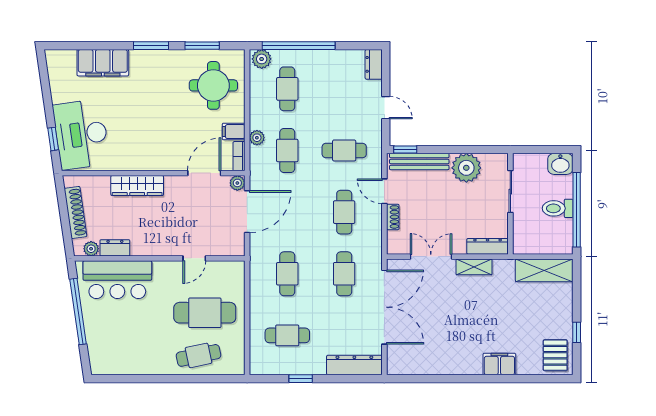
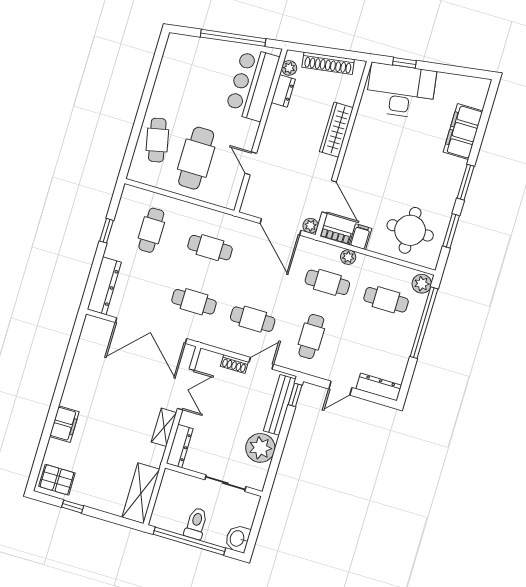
dresser: (374, 64) -> (379, 387), width x1.44

